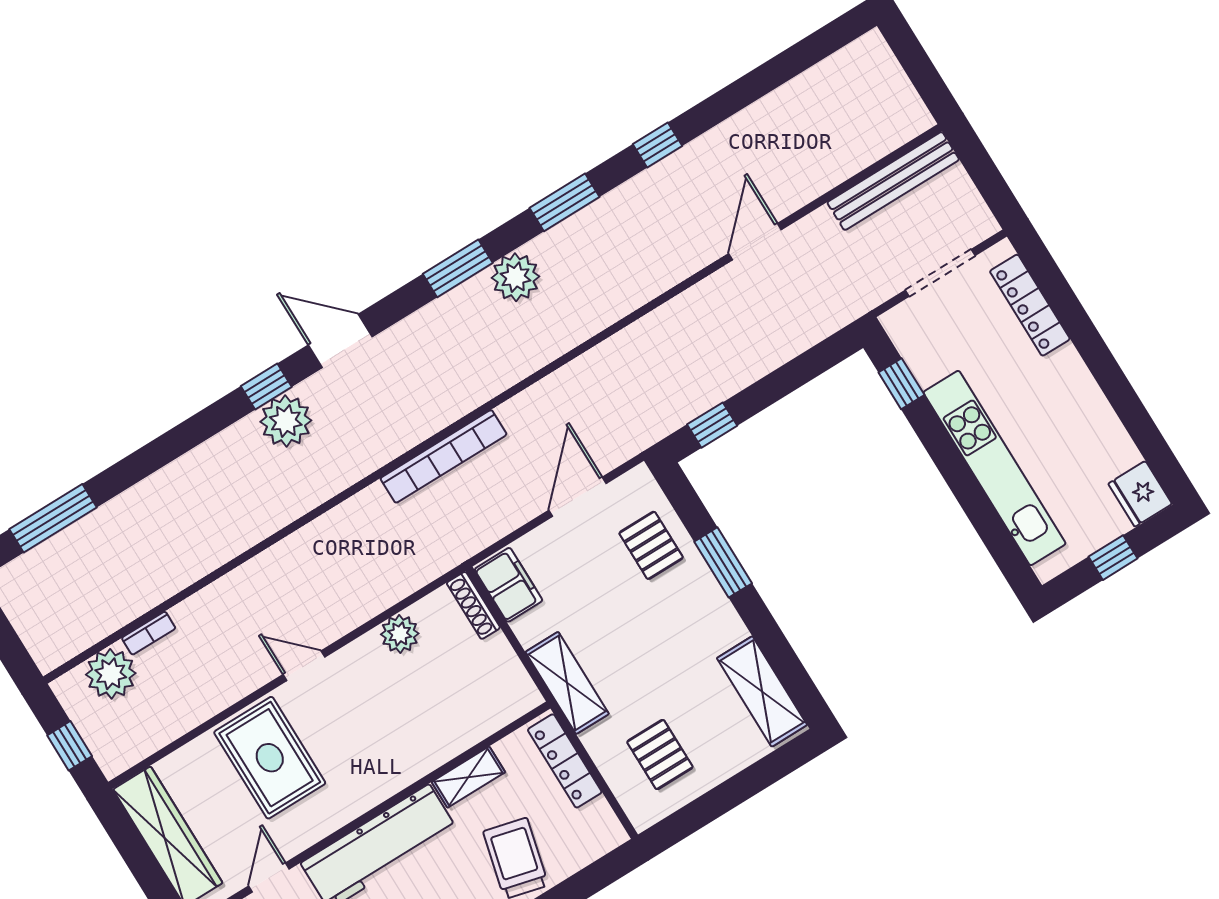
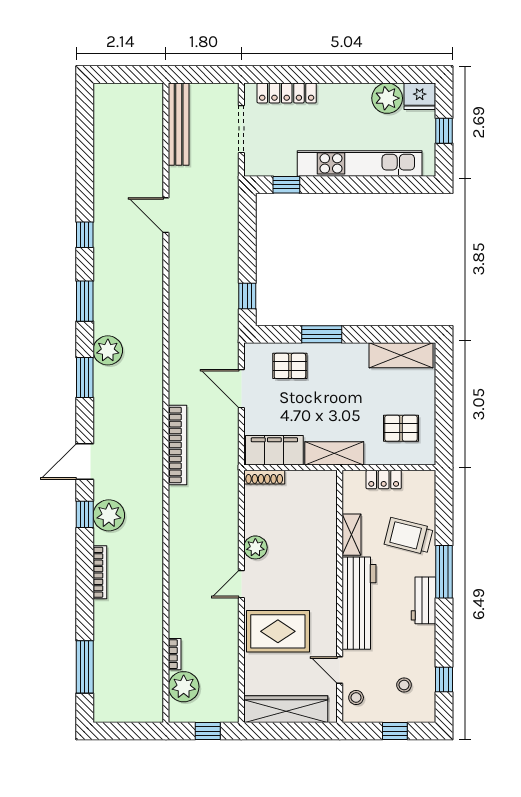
plant: (1109, 450) -> (387, 98), added
bookcase: (198, 458) -> (100, 572), added
filing cabinet: (508, 585) -> (274, 450), width x1.50, depth x1.17
plant: (400, 634) -> (255, 547), moved
locker: (565, 761) -> (384, 480), width x0.66

